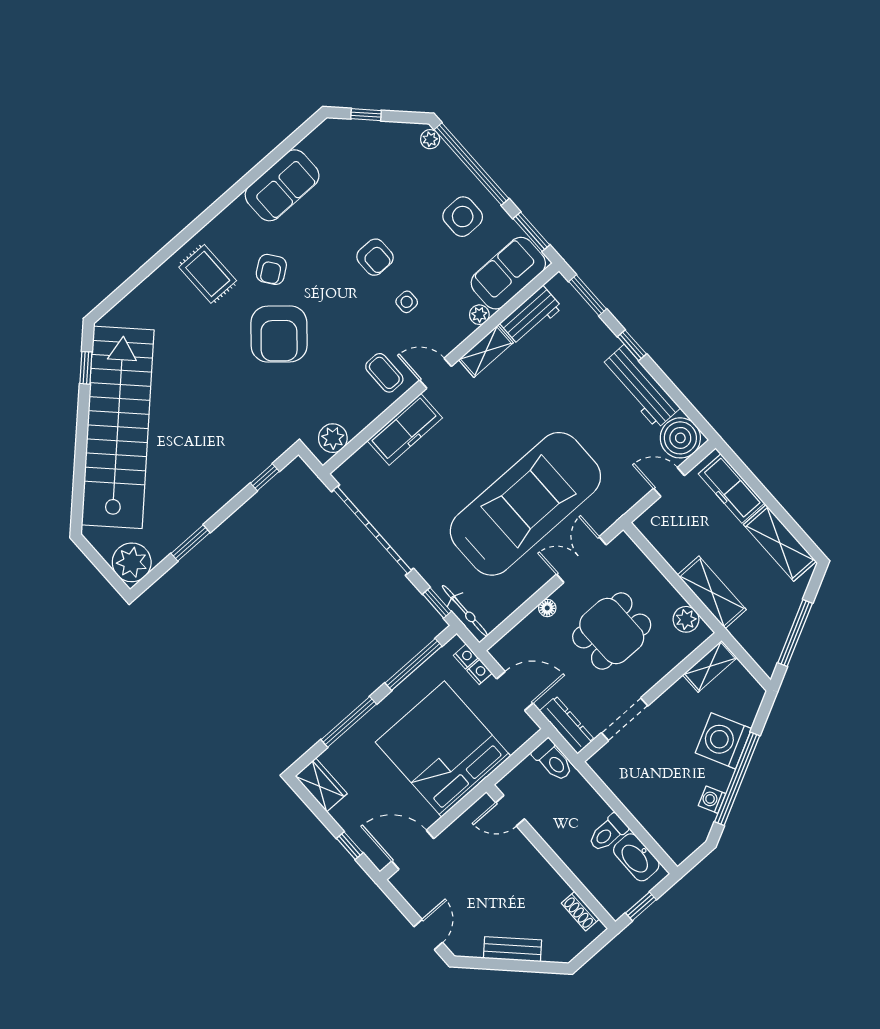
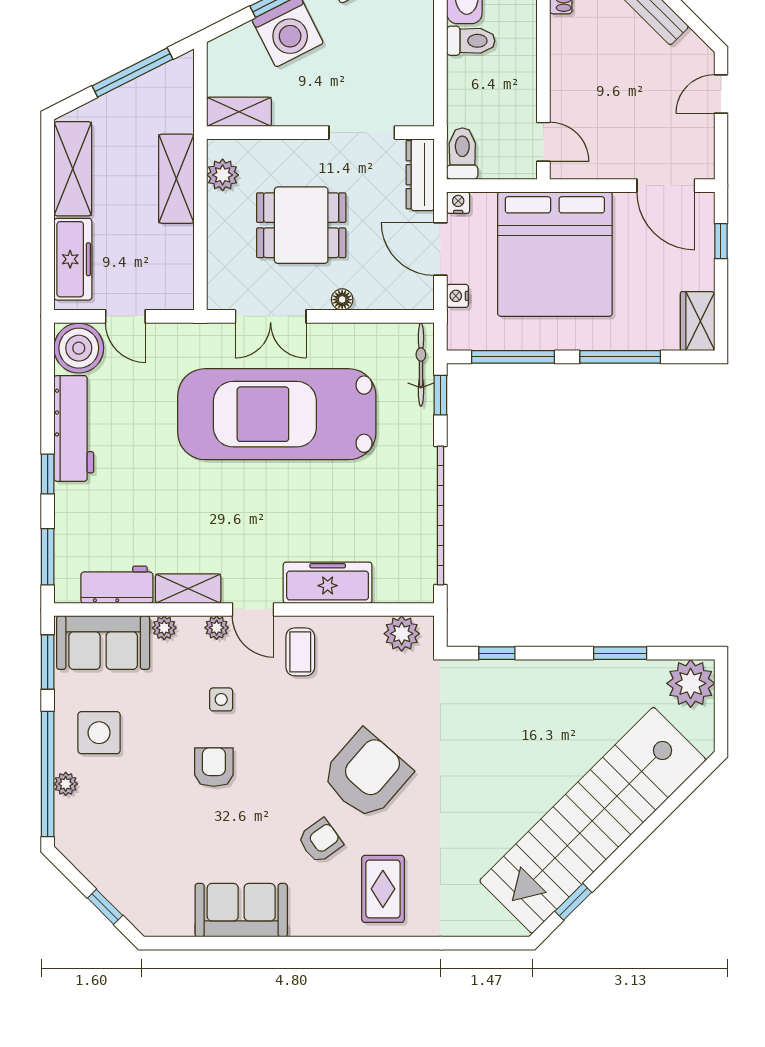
plant: (430, 139) -> (66, 784), moved
plant: (448, 343) -> (217, 628), added
nightstand: (466, 656) -> (458, 203), moved, turned 90

